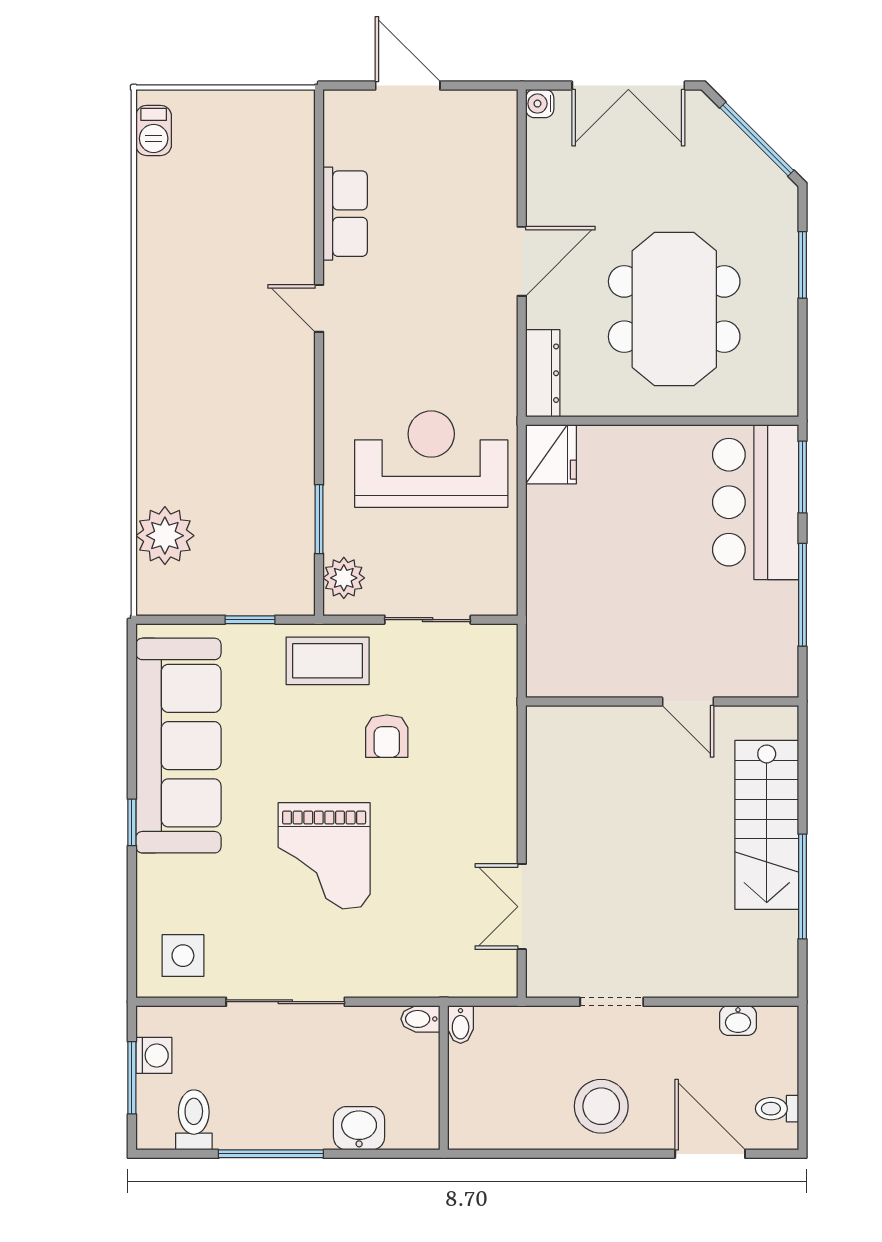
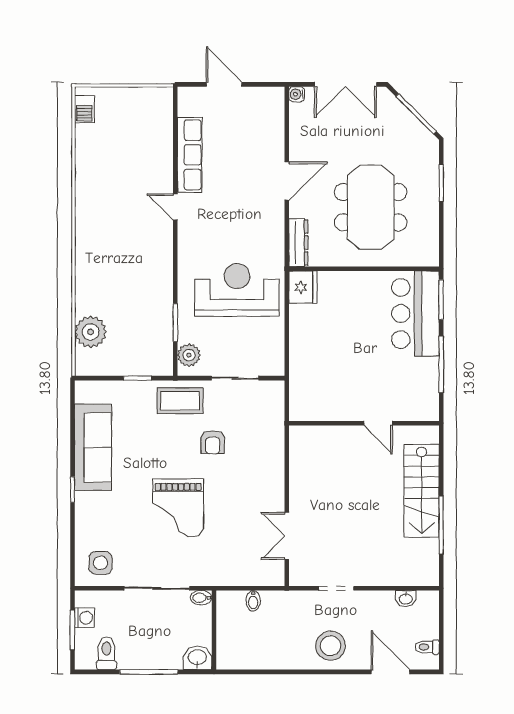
row of seats: (345, 214) -> (190, 155), width x1.48
sofa: (178, 746) -> (93, 447), width x0.74, depth x0.79
bidet: (420, 1019) -> (201, 598), moved
wall: (444, 1078) -> (214, 630), moved

